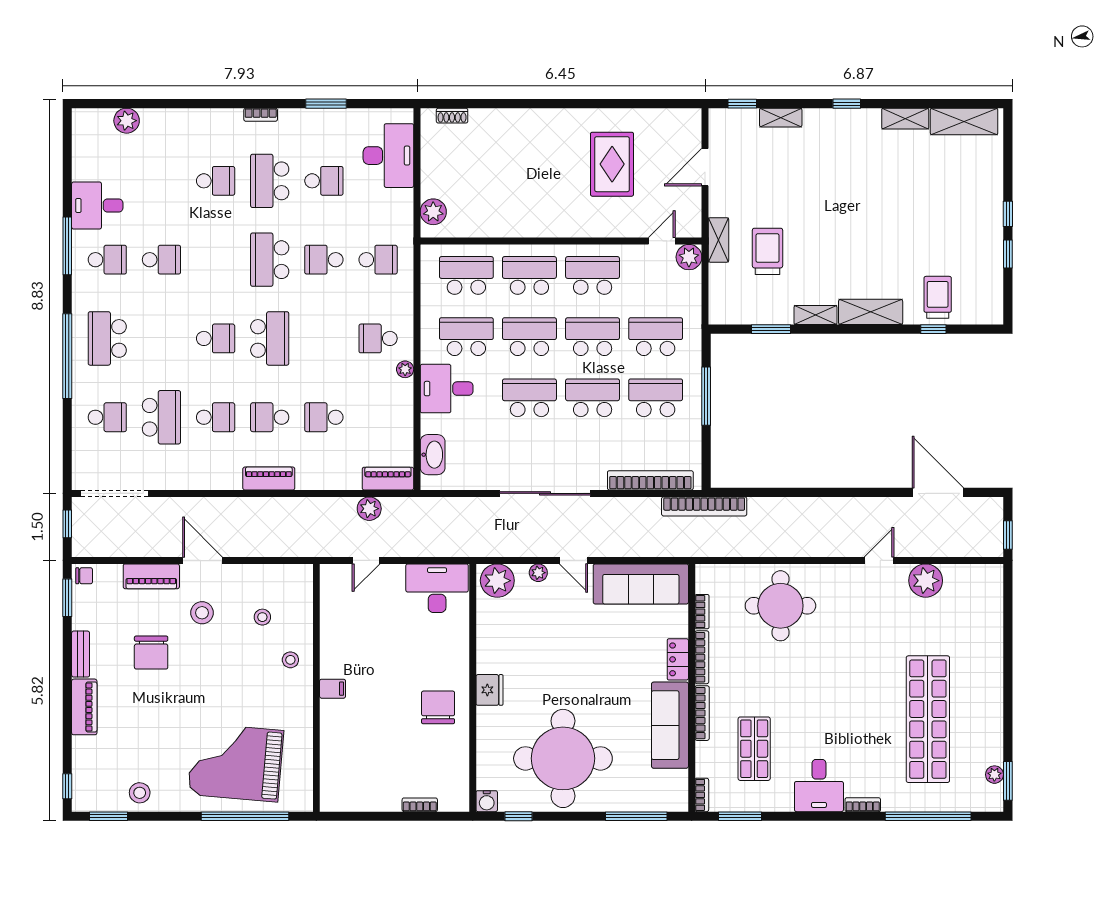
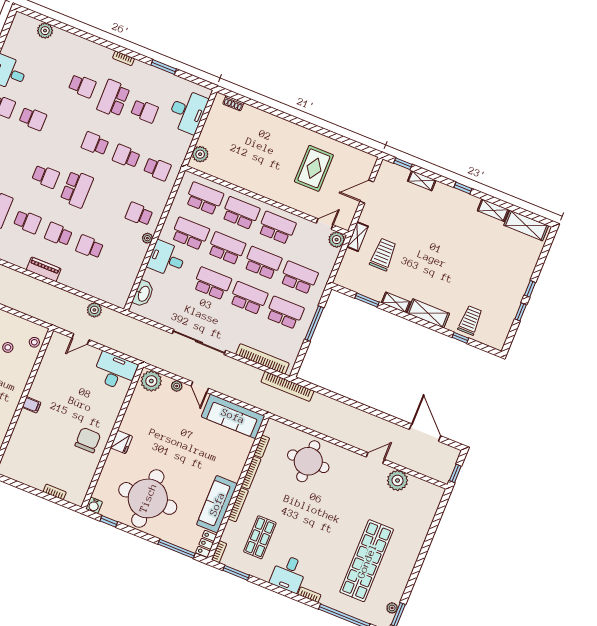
school desk: (270, 260) -> (95, 144), width x0.54
piano: (388, 479) -> (112, 297), removed
locker: (678, 659) -> (206, 544), moved
stool: (290, 660) -> (34, 342), moved

